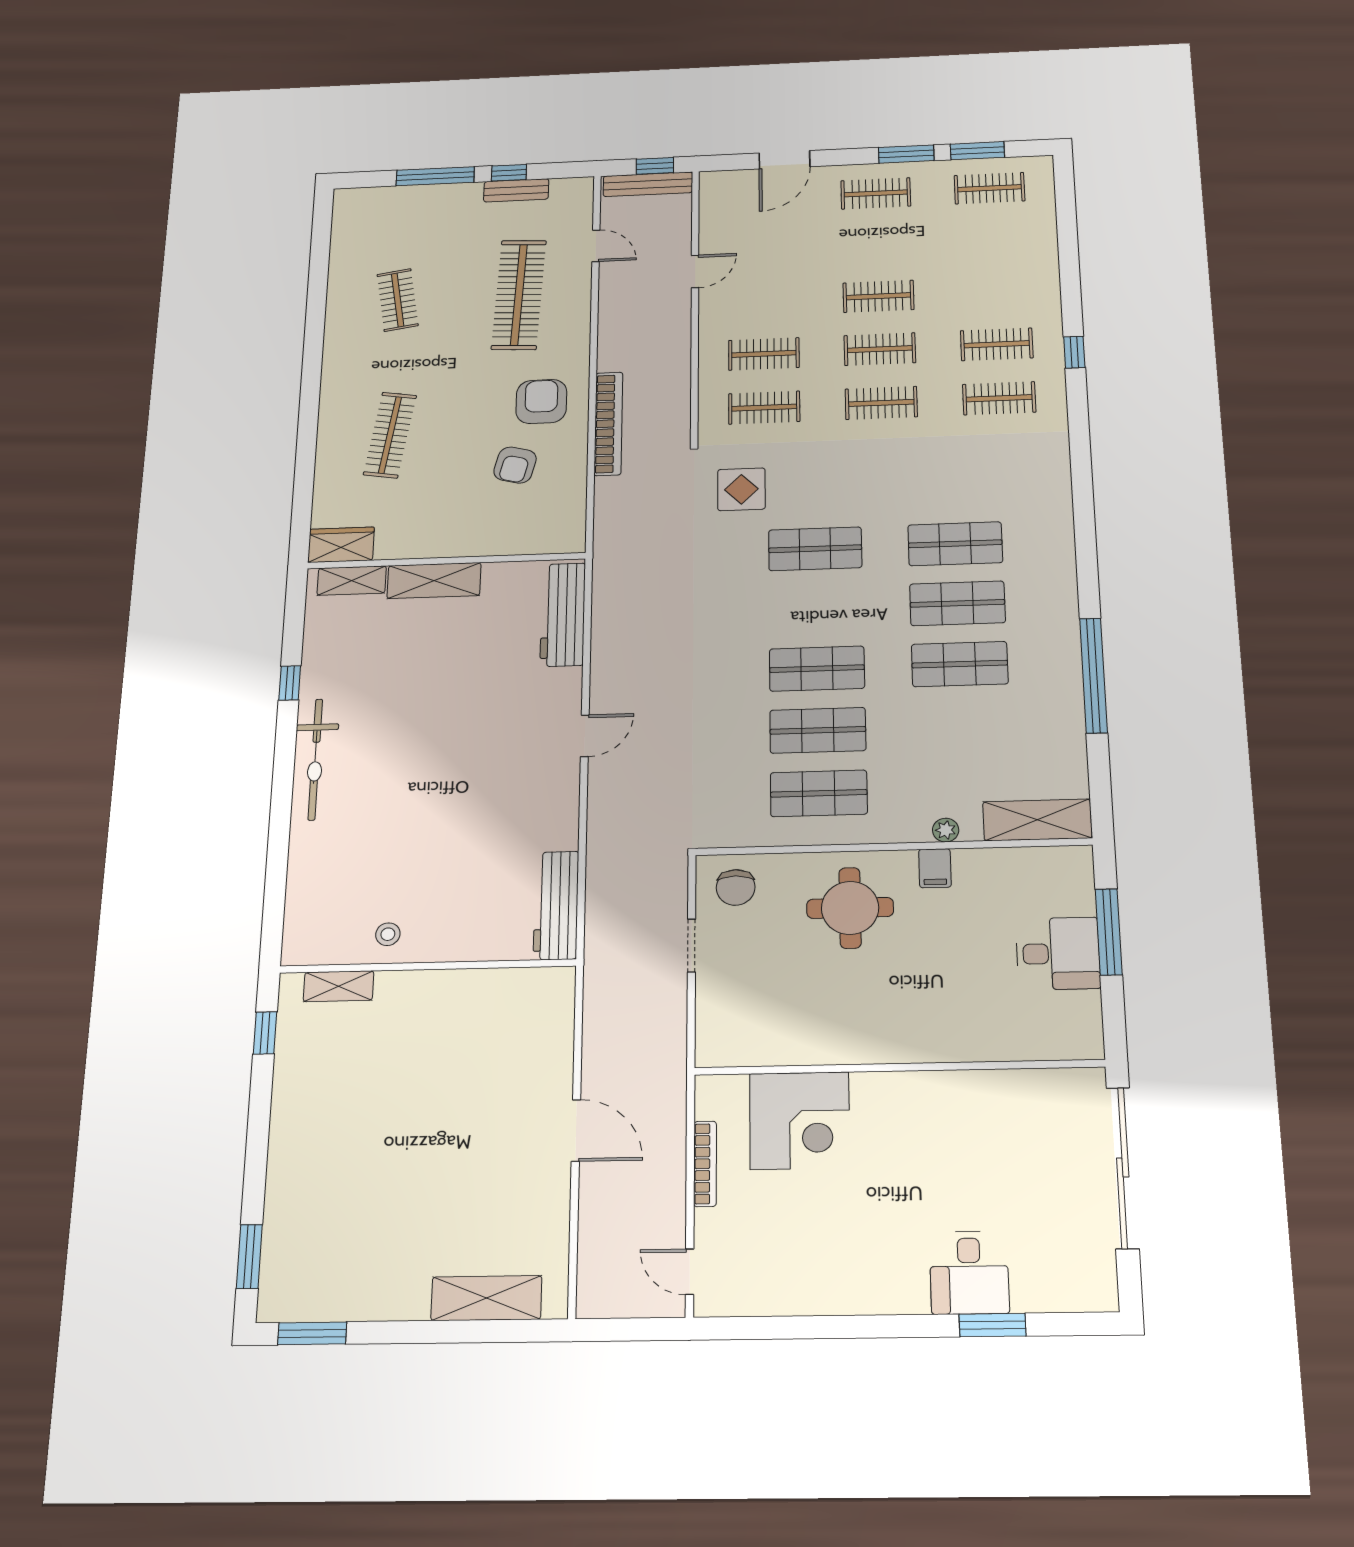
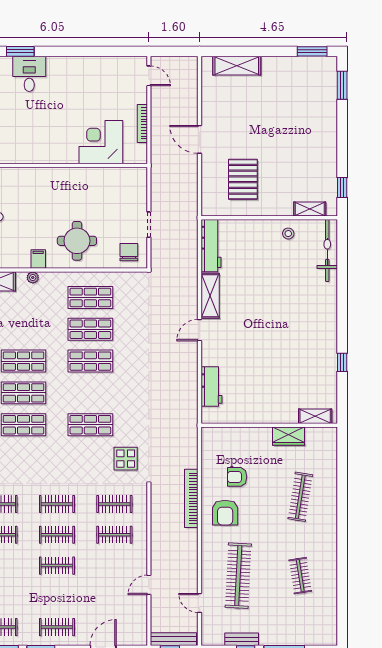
armchair: (515, 465) -> (237, 477), turned -104
wardrobe: (341, 545) -> (288, 436), moved
shelving: (434, 581) -> (210, 296), moved, turned 90
workbench: (563, 615) -> (211, 387), width x0.73
bicycle: (315, 759) -> (327, 250), moved
pallet: (482, 1046) -> (243, 179), added

